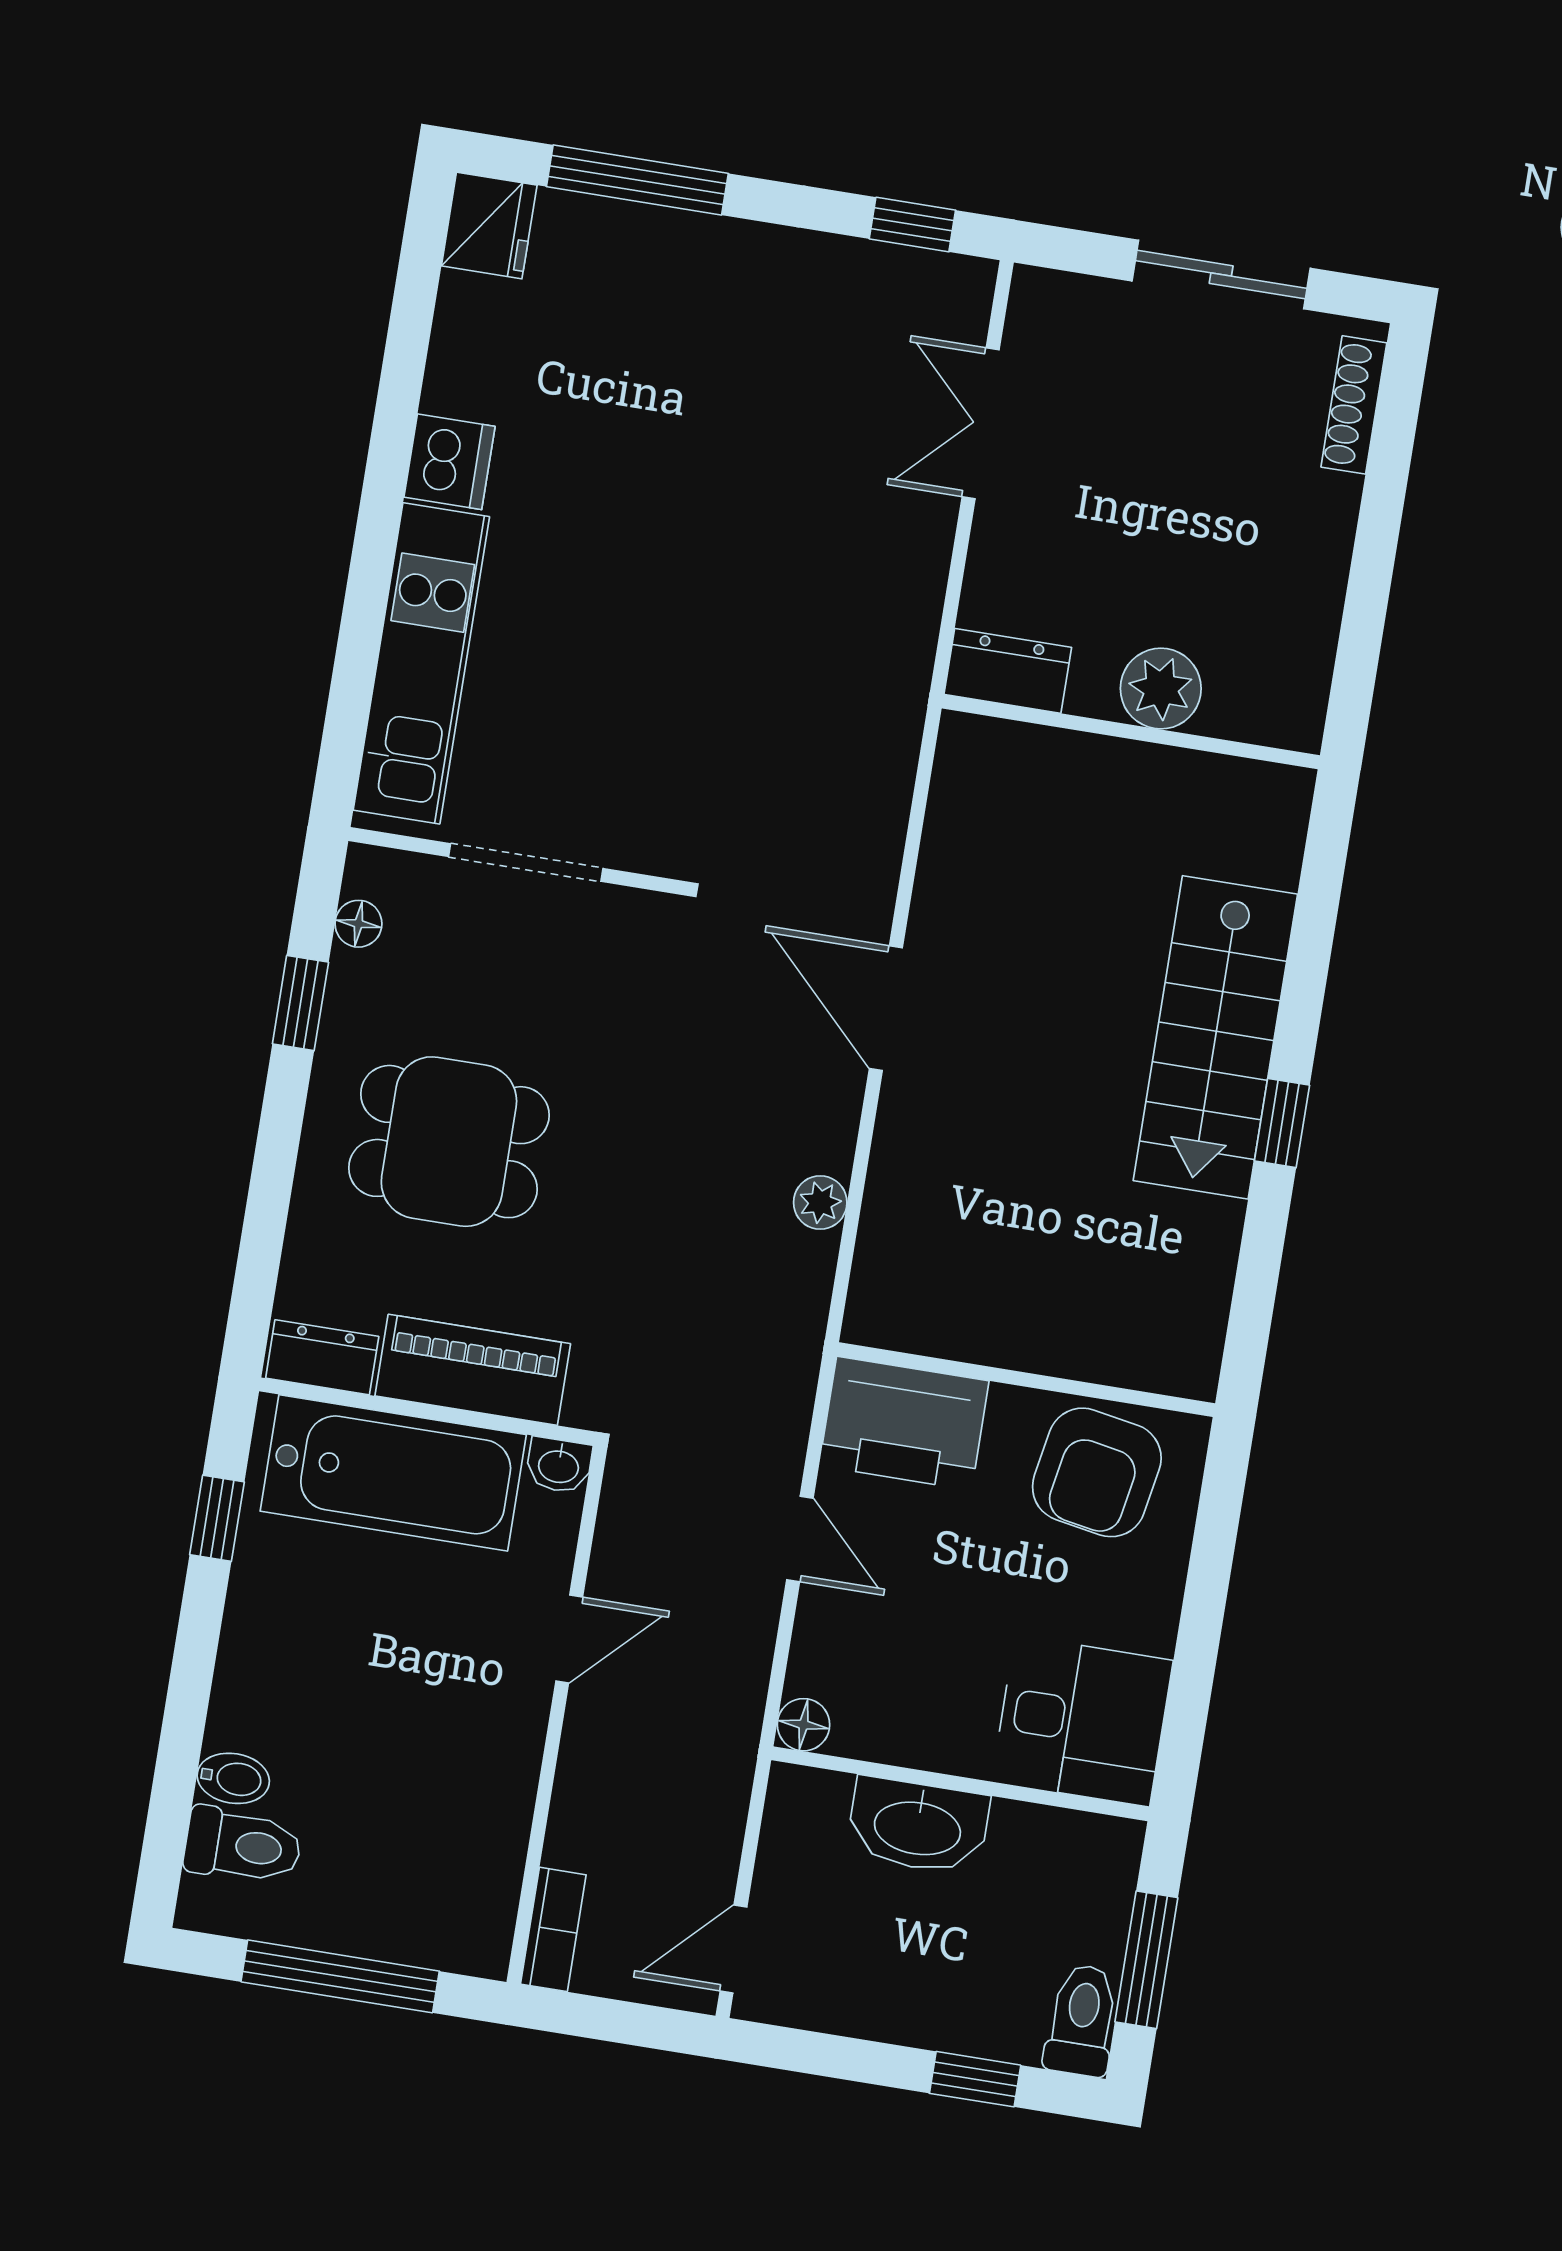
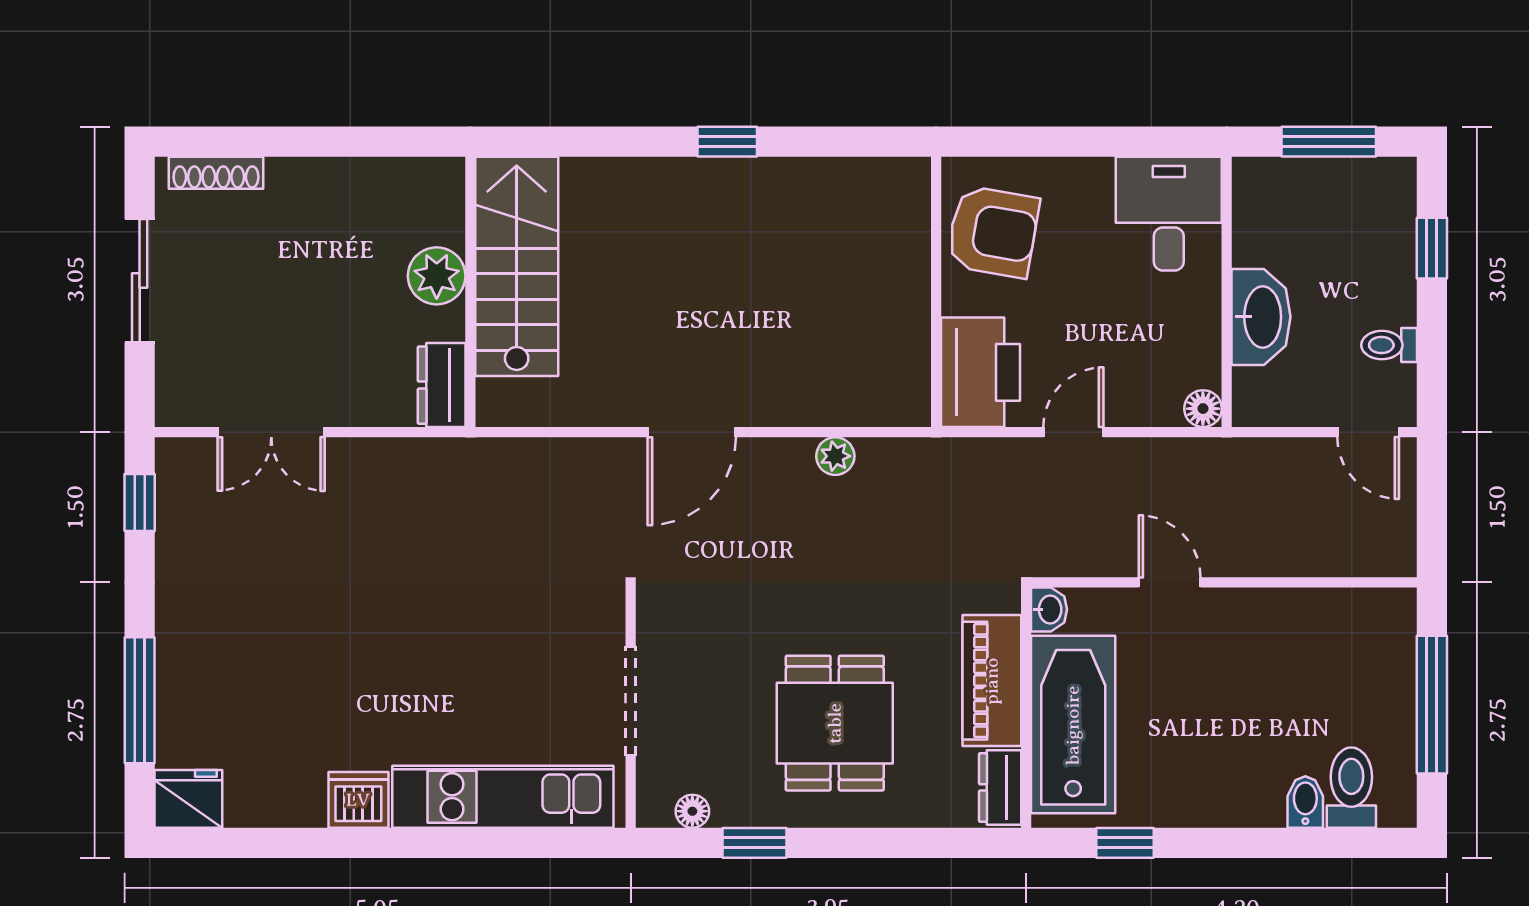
stairs: (1215, 1037) -> (517, 266), moved, turned -90
bookcase: (553, 1929) -> (1375, 561), removed
toilet: (1082, 2020) -> (1389, 345), moved, width x0.73, depth x0.72

